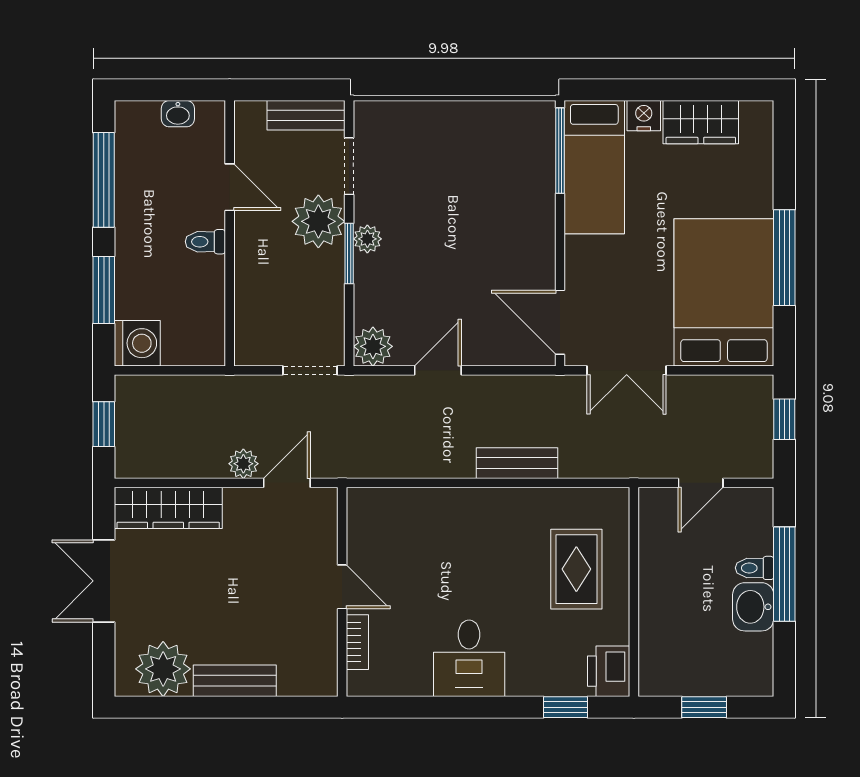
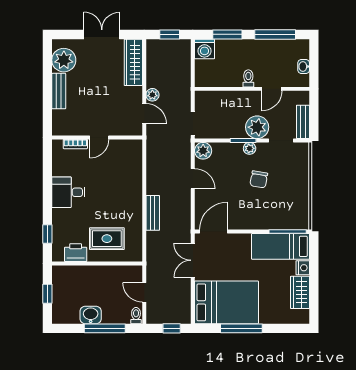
chair: (439, 218) -> (259, 179), added
toilet: (755, 568) -> (136, 316), moved
printer: (609, 671) -> (76, 253), moved

